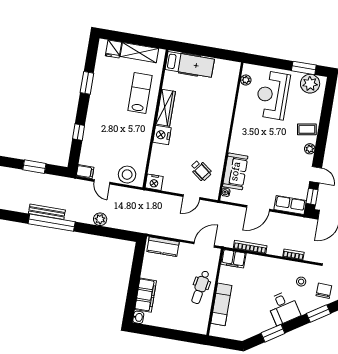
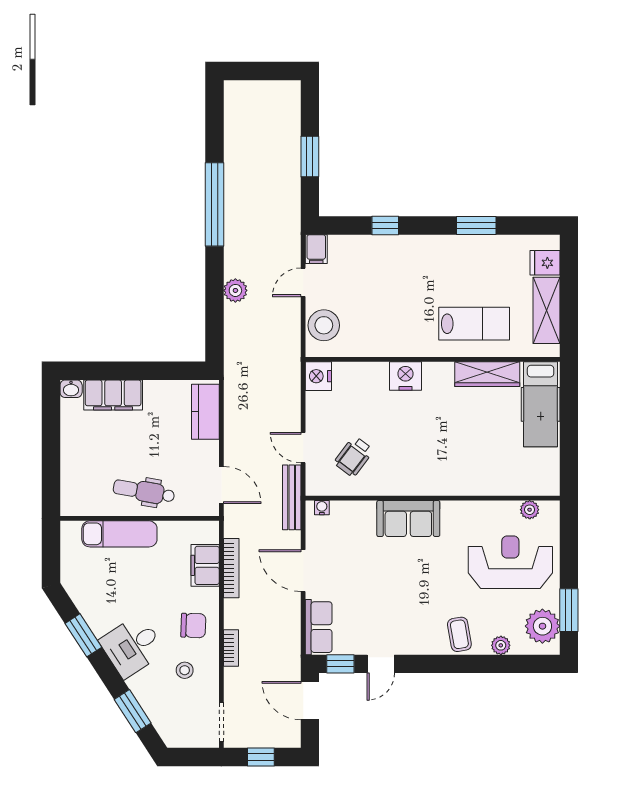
wardrobe: (166, 108) -> (487, 374), moved
plant: (310, 149) -> (501, 645), moved
sofa: (235, 171) -> (408, 518), moved
bench: (47, 212) -> (292, 497), moved
filing cabinet: (233, 259) -> (205, 565), moved
chair: (324, 291) -> (193, 625), moved

